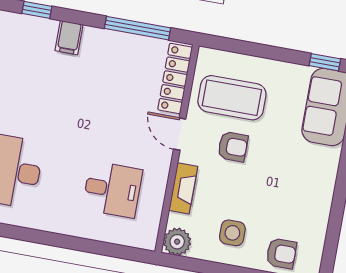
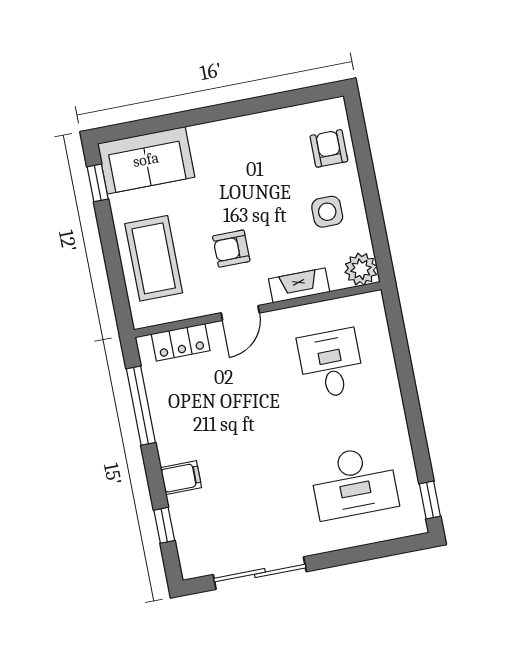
locker: (175, 78) -> (181, 342), width x0.66
coffee table: (232, 98) -> (154, 258), moved
armchair: (233, 147) -> (231, 249), turned -90

